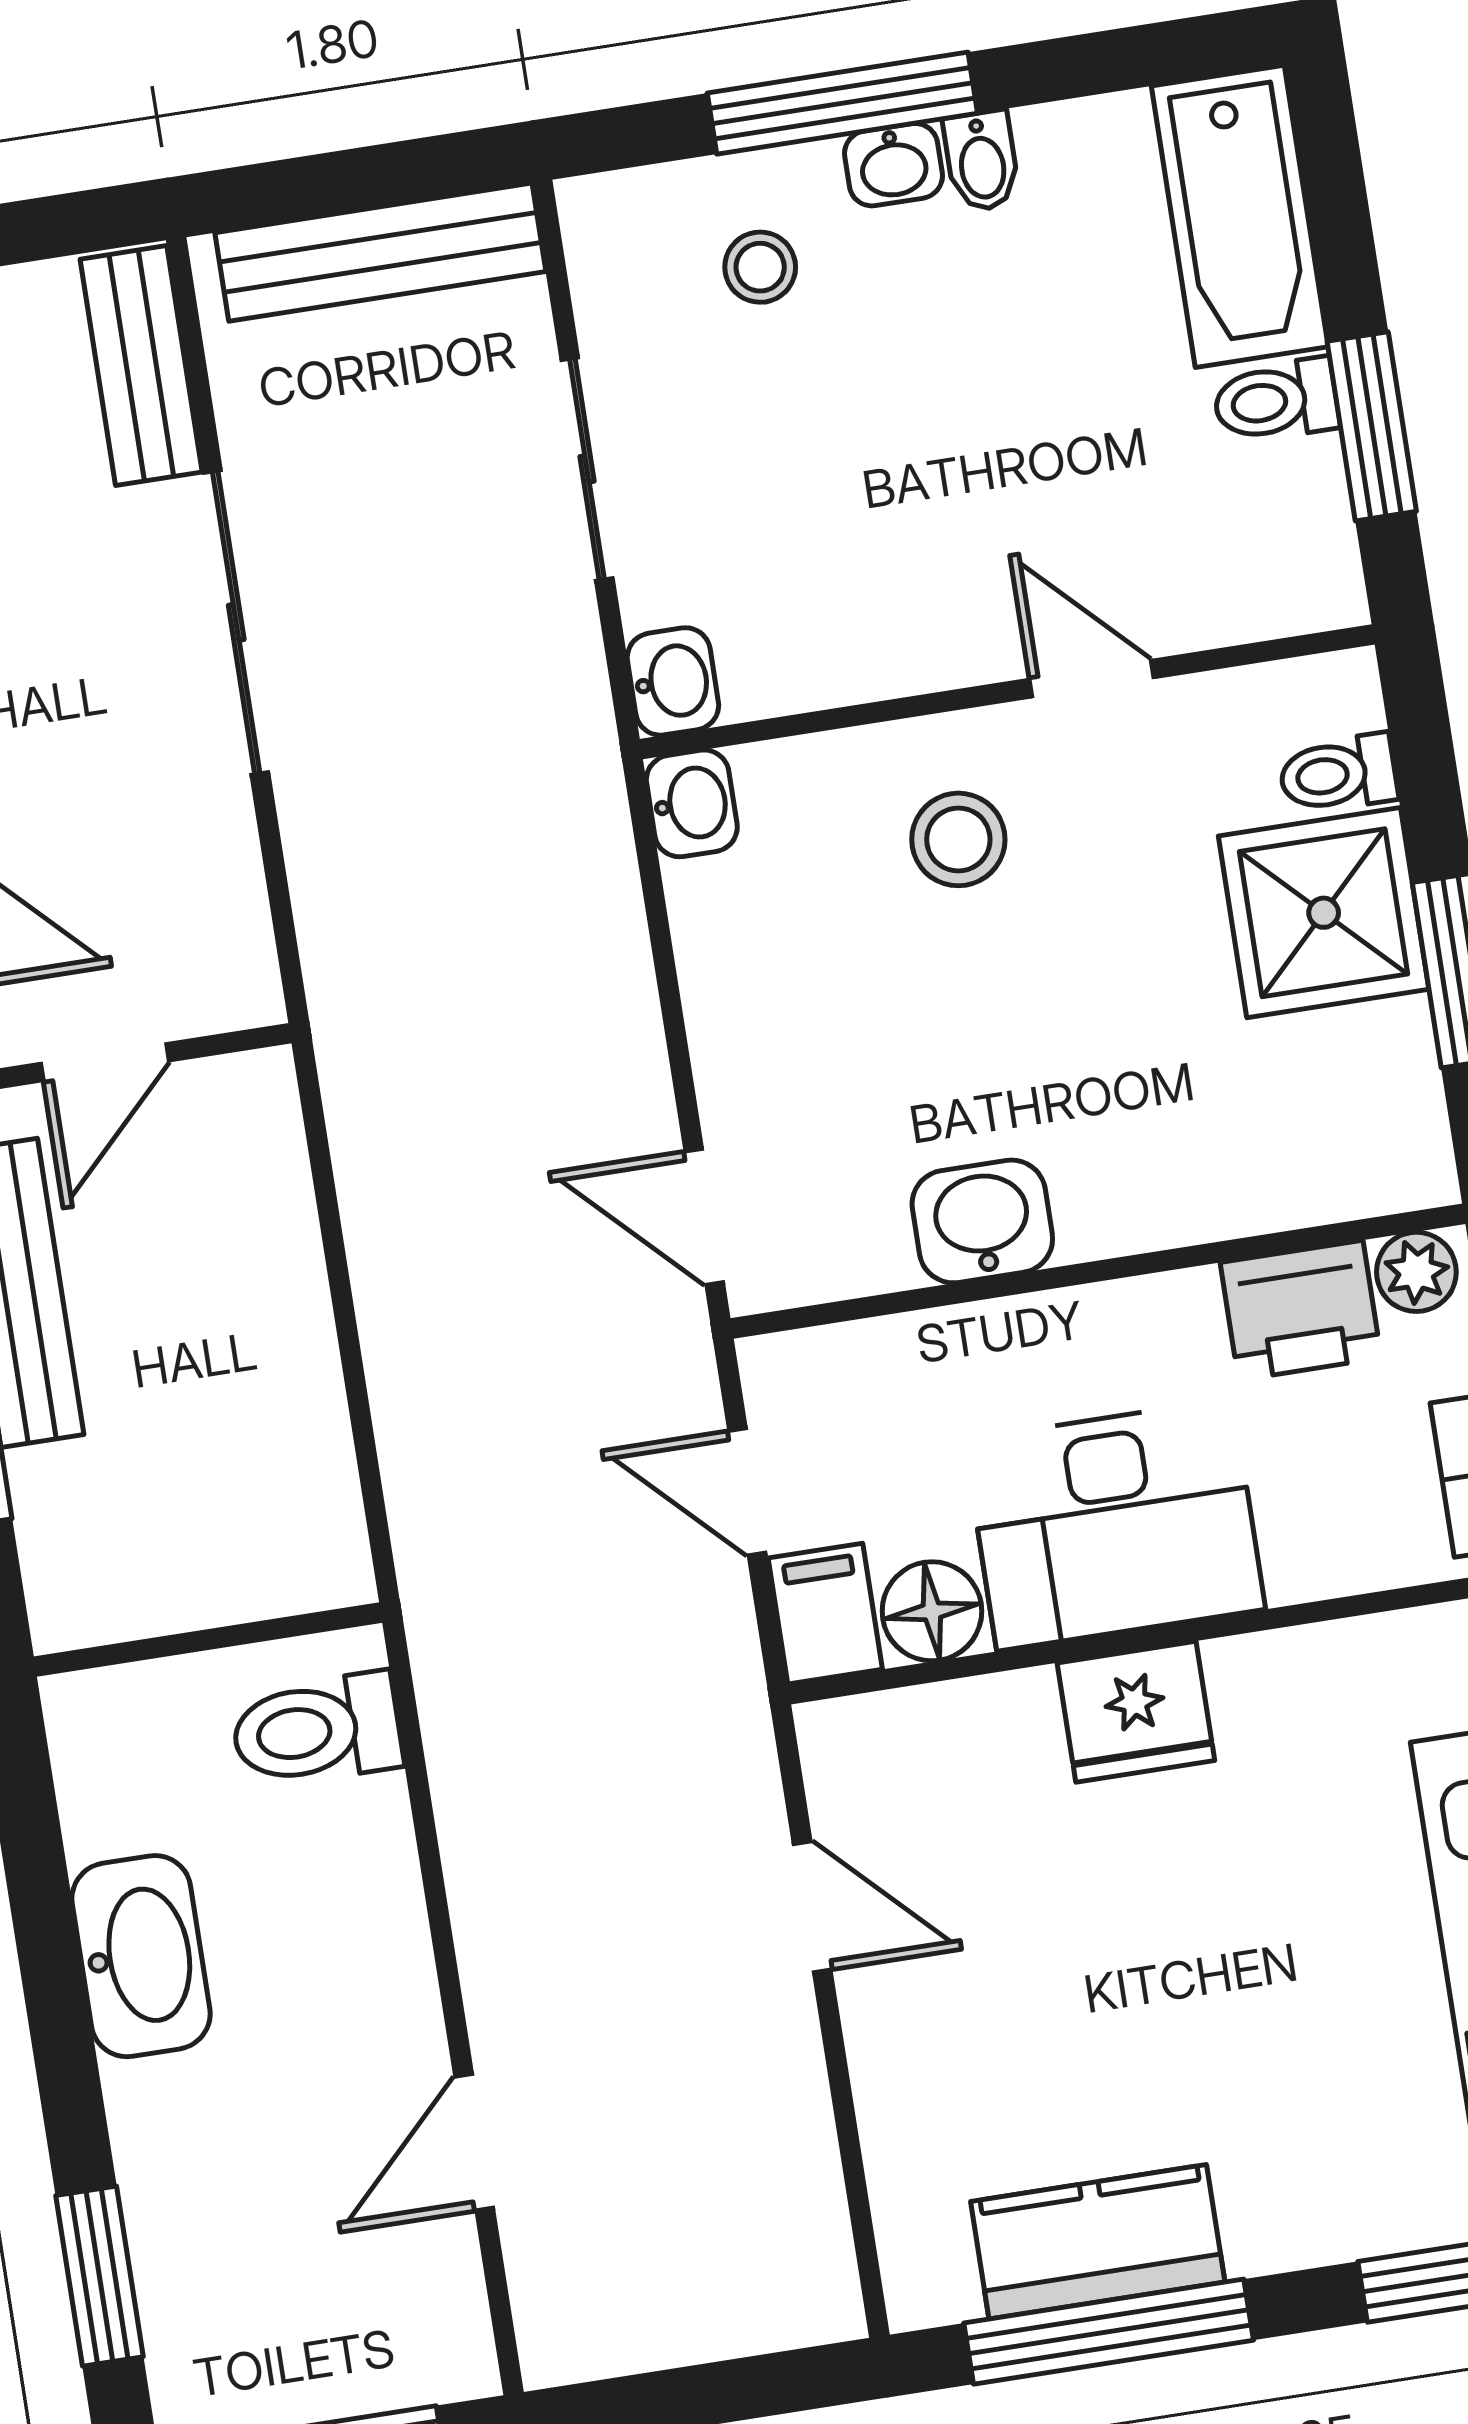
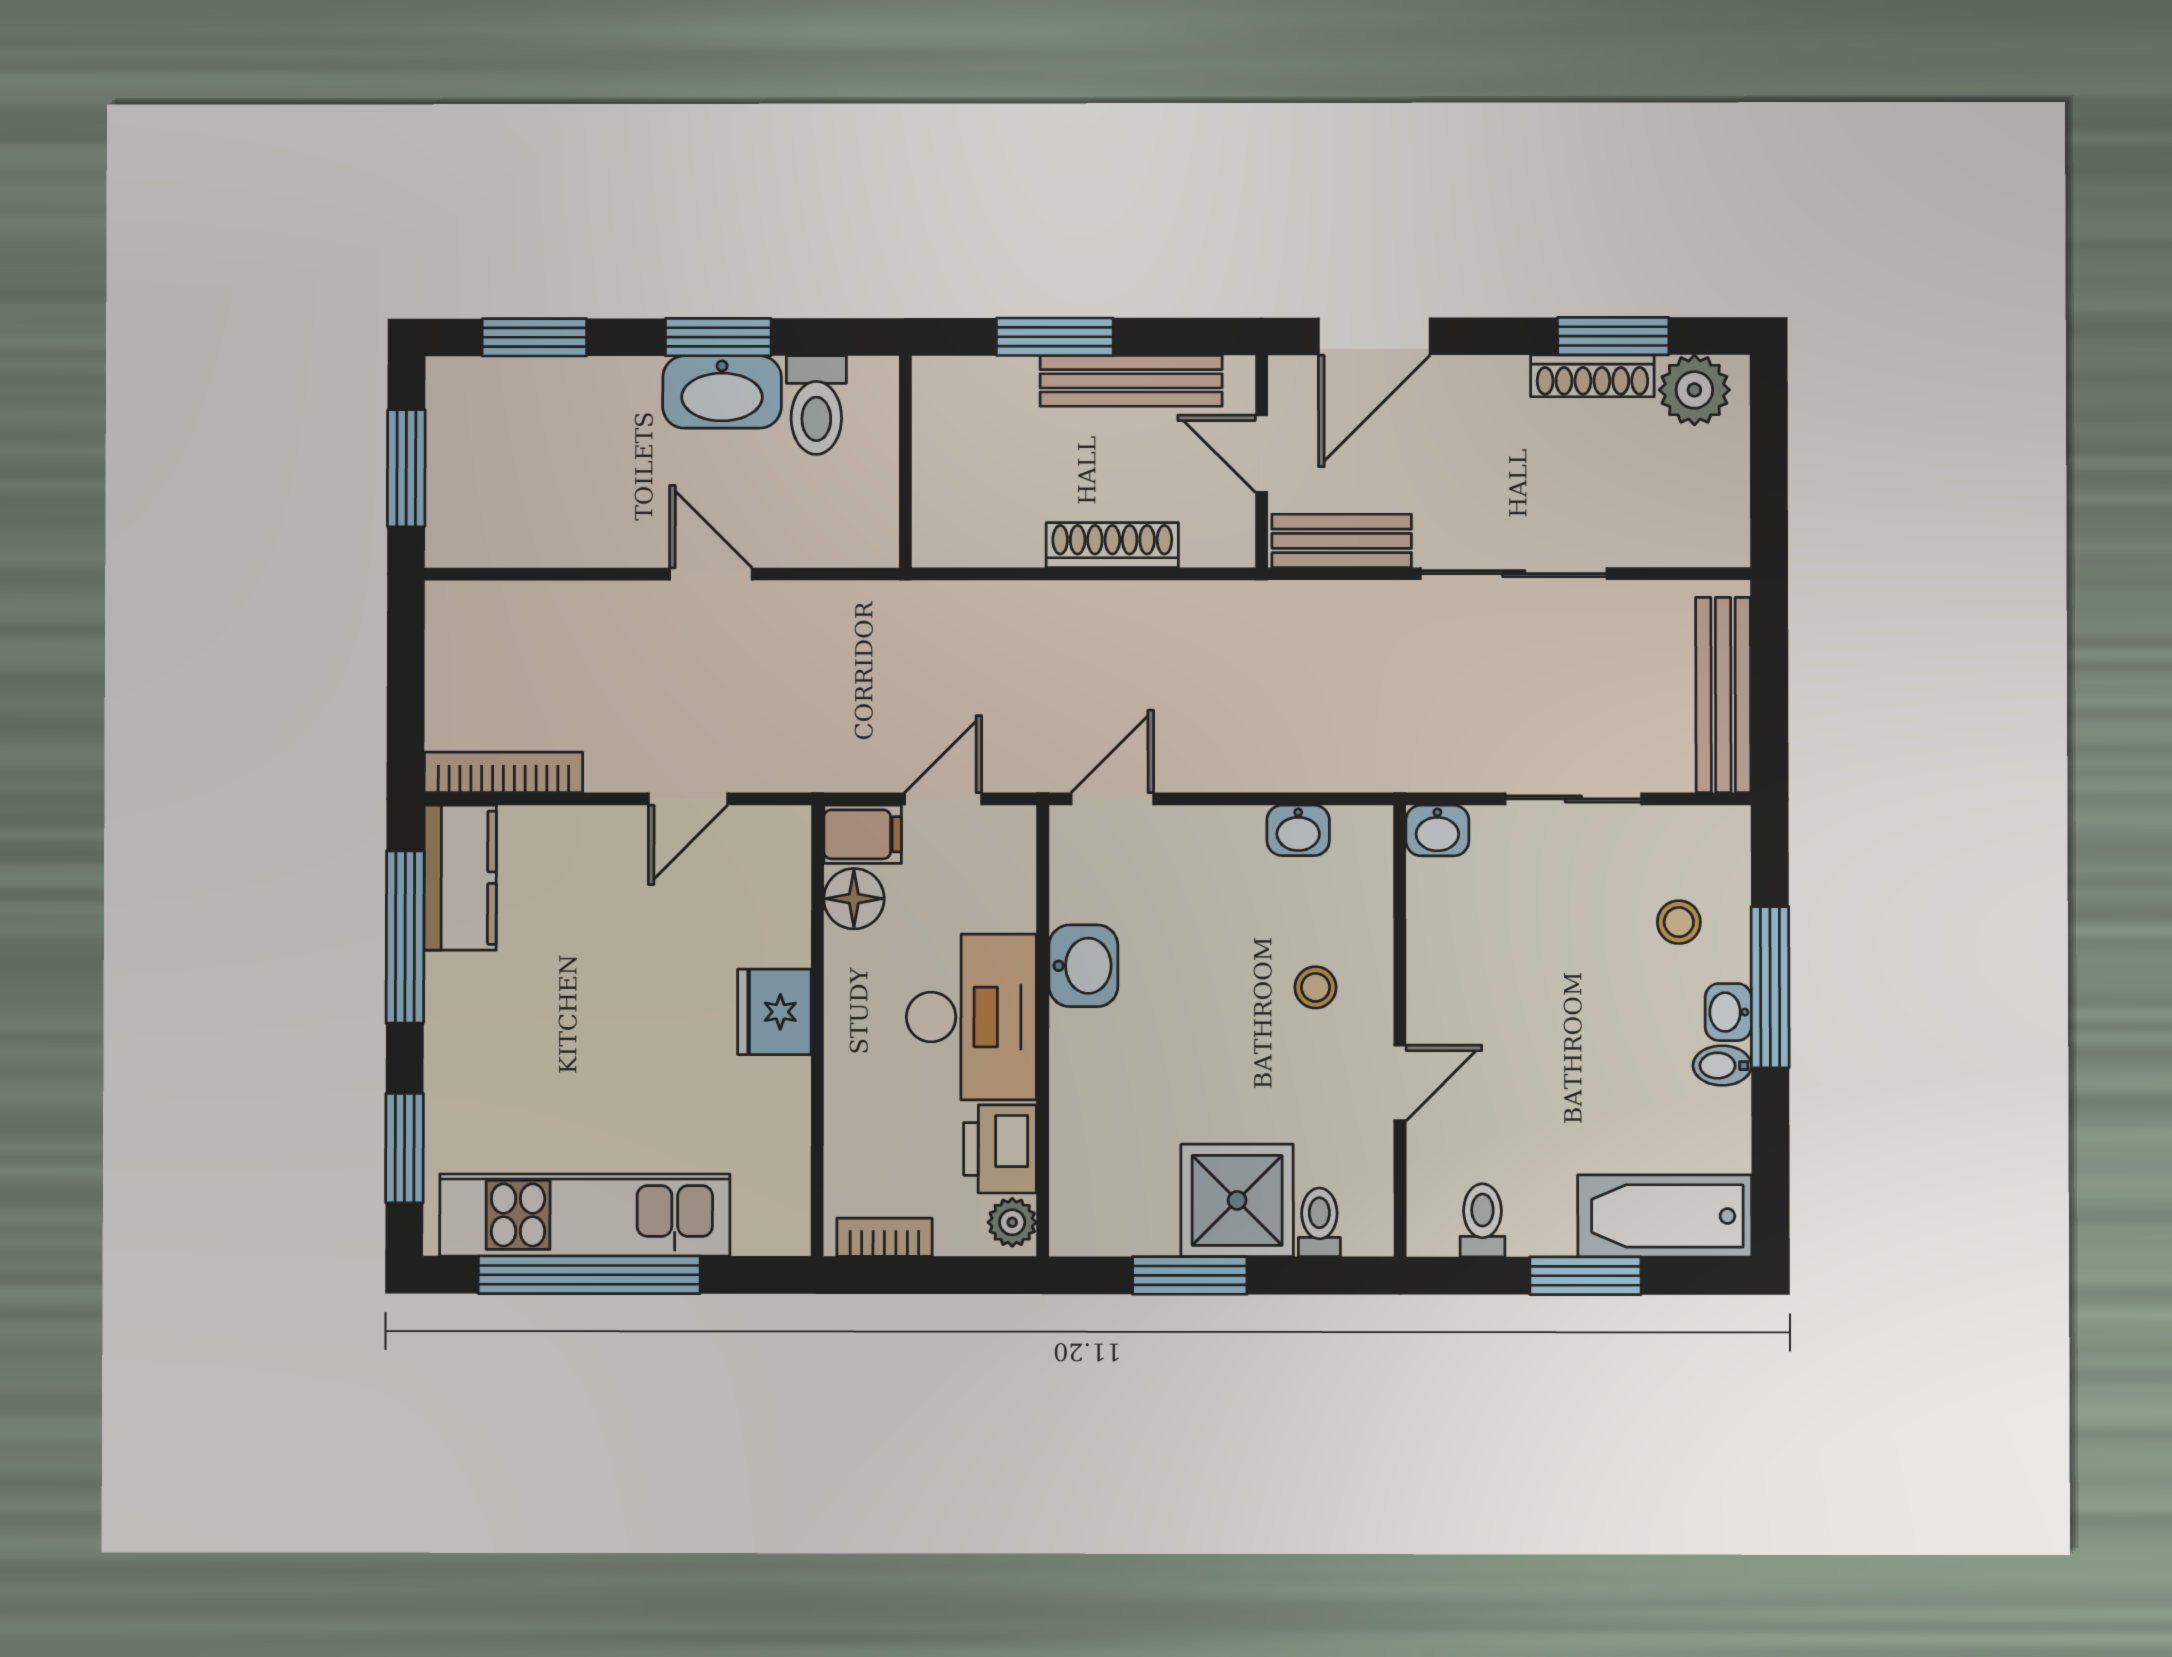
bench: (141, 366) -> (1342, 541), moved
toilet: (1276, 401) -> (1482, 1220), moved
window: (1372, 426) -> (1585, 1276), moved
washbasin: (692, 803) -> (1298, 830), moved
stool: (958, 839) -> (1316, 987), width x0.73, depth x0.73
shoe rack: (292, 1282) -> (1112, 545), added
desk: (1115, 1525) -> (971, 1017), moved, turned 180
toilet: (317, 1730) -> (816, 405), moved, turned 180
window: (53, 1977) -> (718, 337), added
door: (474, 2142) -> (711, 574), moved
bookcase: (816, 2214) -> (503, 772), added
kitchen counter: (1098, 2242) -> (460, 878), moved

